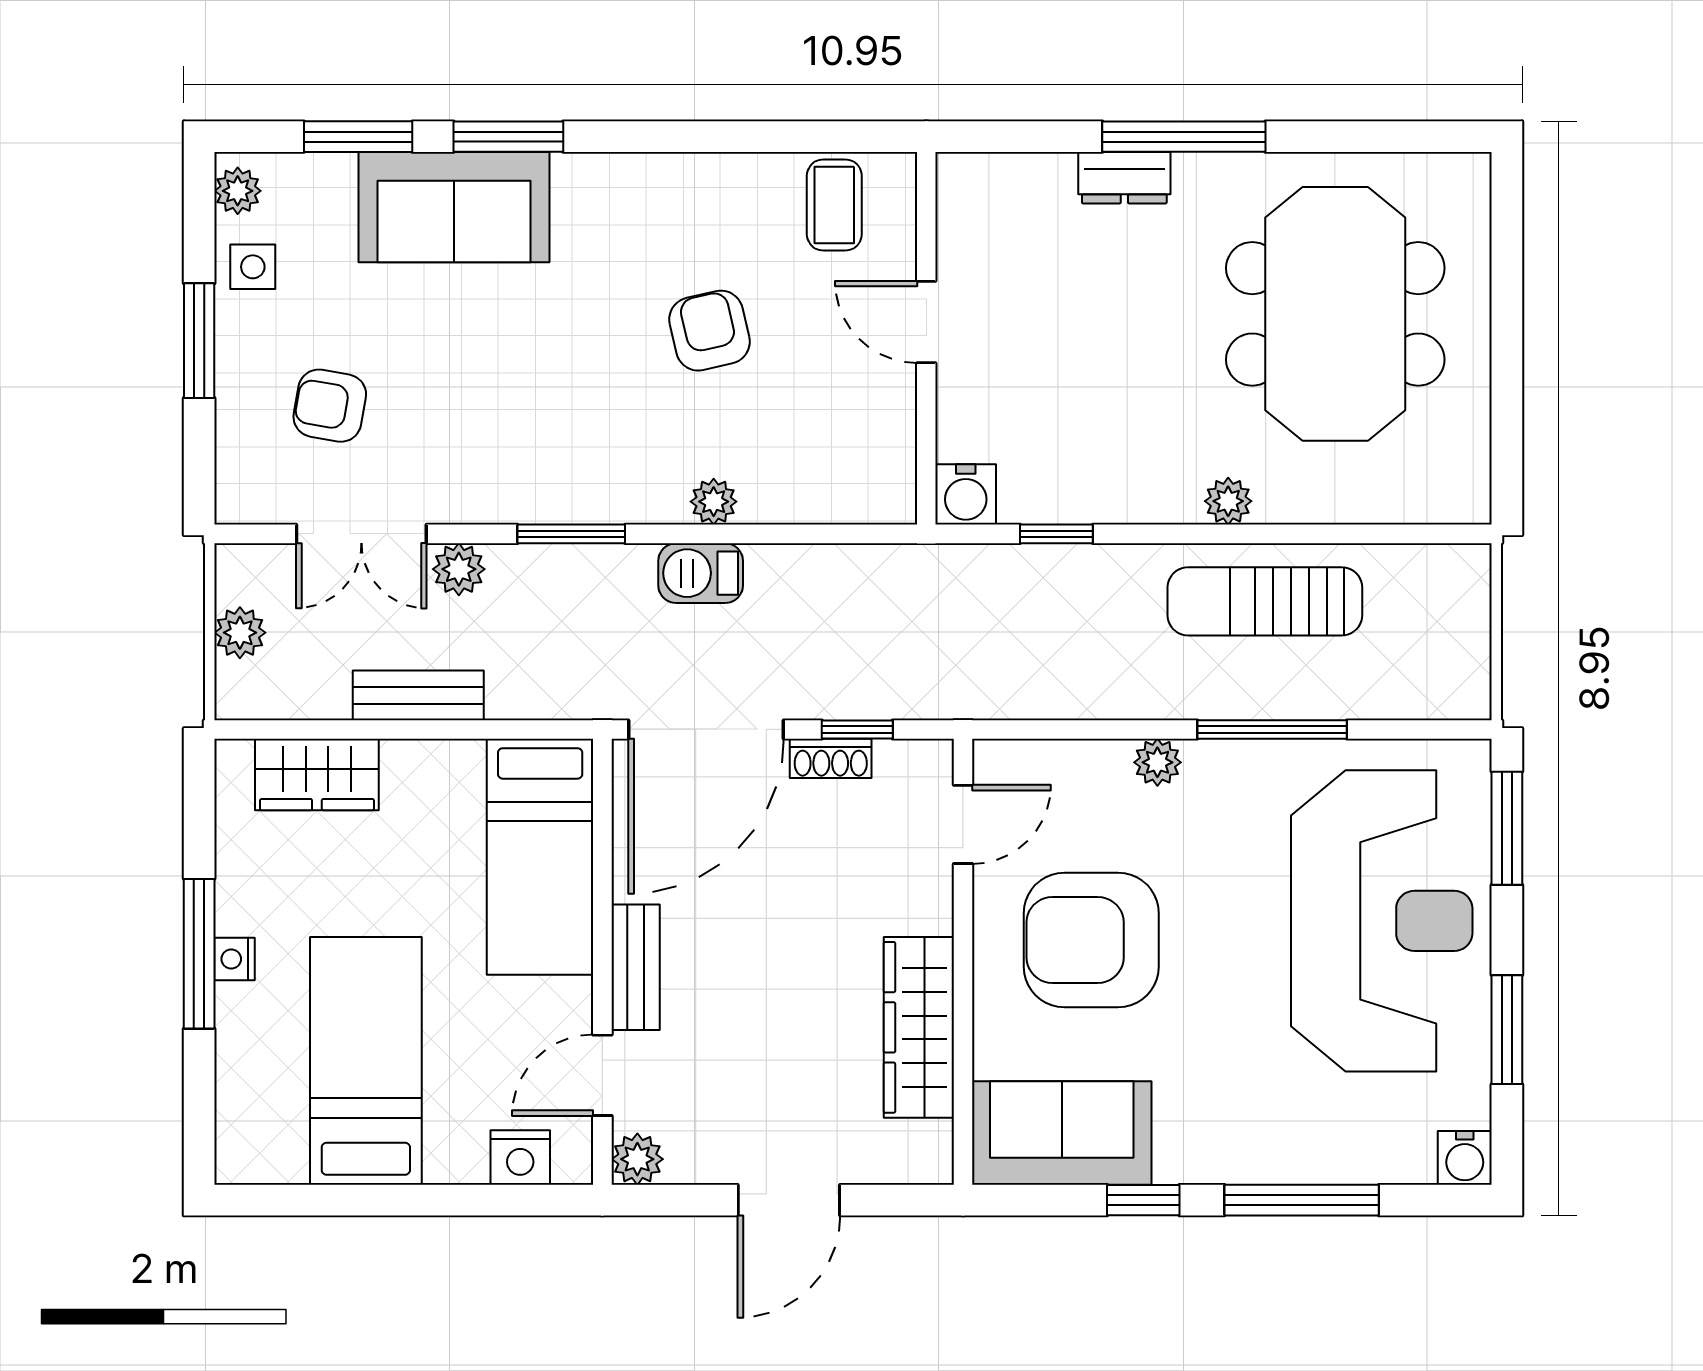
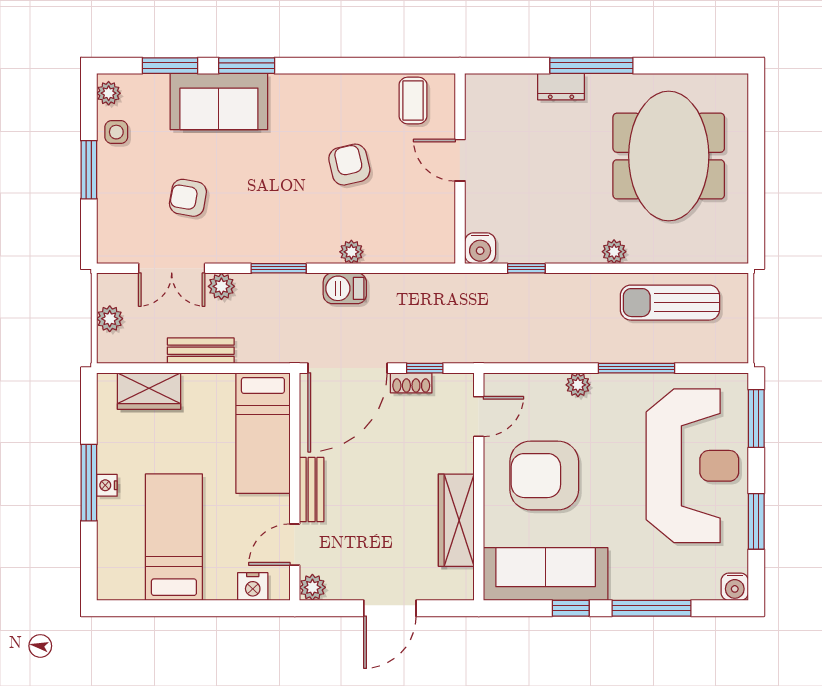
armchair: (330, 406) -> (188, 198), moved
sun lounger: (1265, 601) -> (670, 303), moved
sofa: (1062, 1133) -> (546, 574), width x1.36

